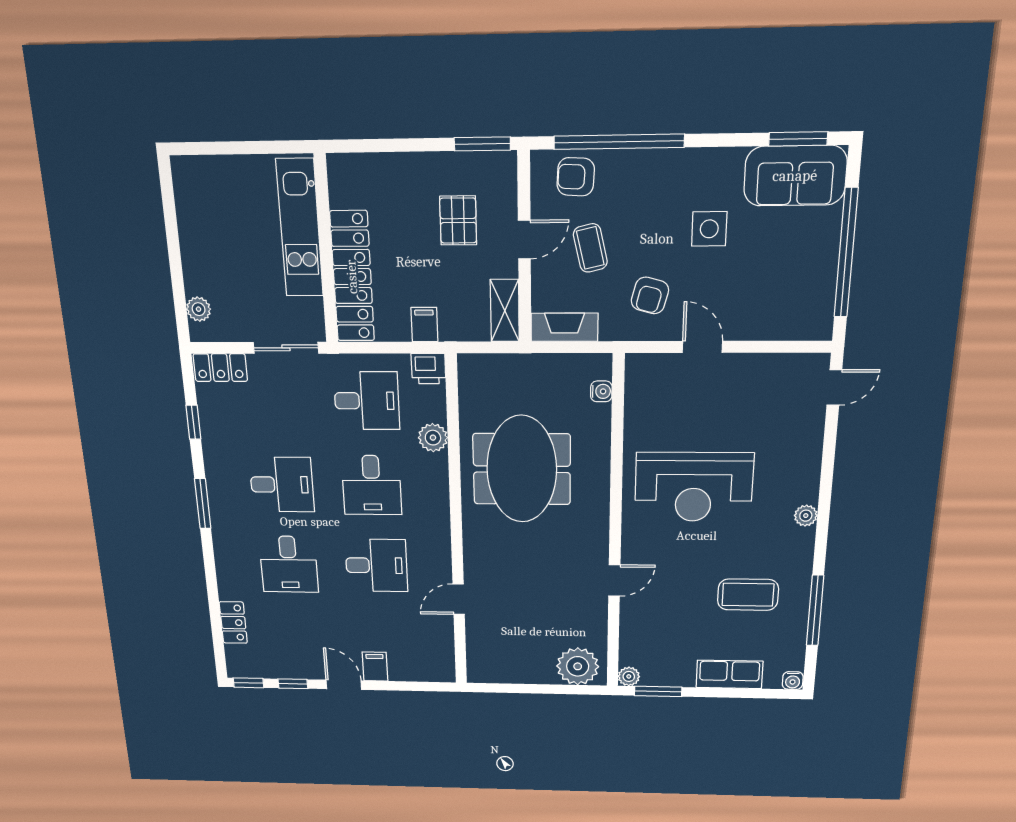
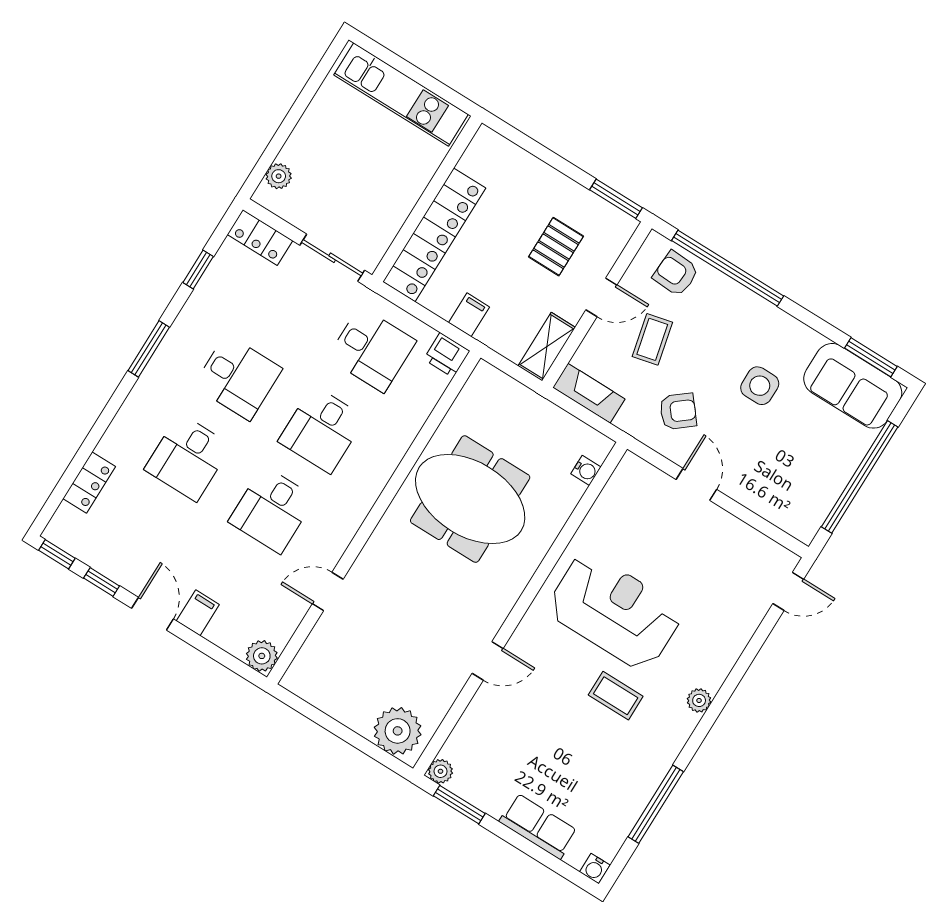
kitchen unit: (300, 228) -> (401, 95), moved, turned -90
armchair: (650, 295) -> (678, 411), turned -144
plant: (433, 438) -> (262, 656), moved
meeting table: (522, 469) -> (470, 499), turned 90
reception desk: (694, 487) -> (615, 611), turned 180
desk: (376, 565) -> (272, 510), turned 90
coffee table: (748, 595) -> (616, 696), moved, width x0.73, depth x0.77

